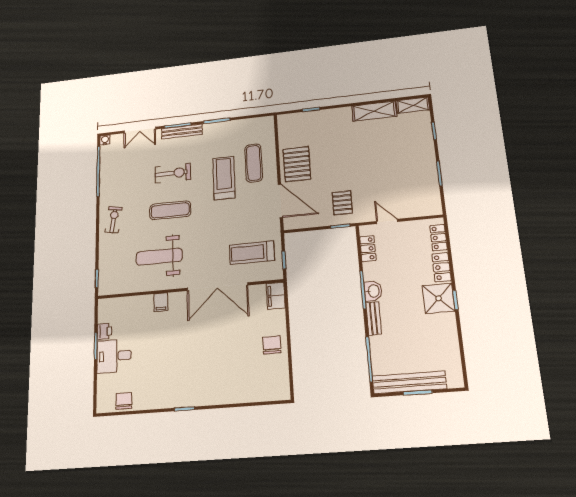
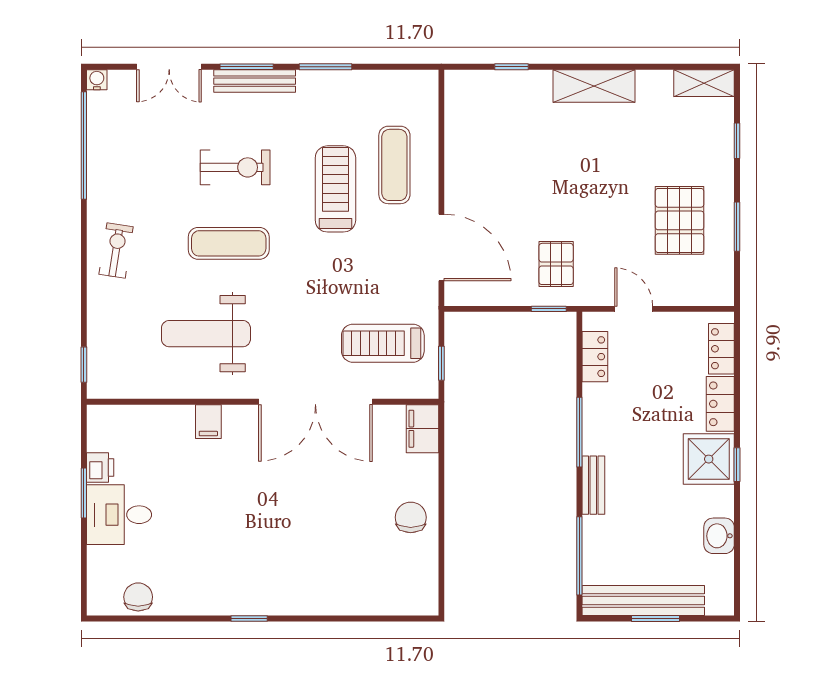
shelving: (374, 111) -> (594, 86), moved
pallet: (297, 164) -> (680, 220), moved
washbasin: (373, 291) -> (719, 536), moved, turned 180

